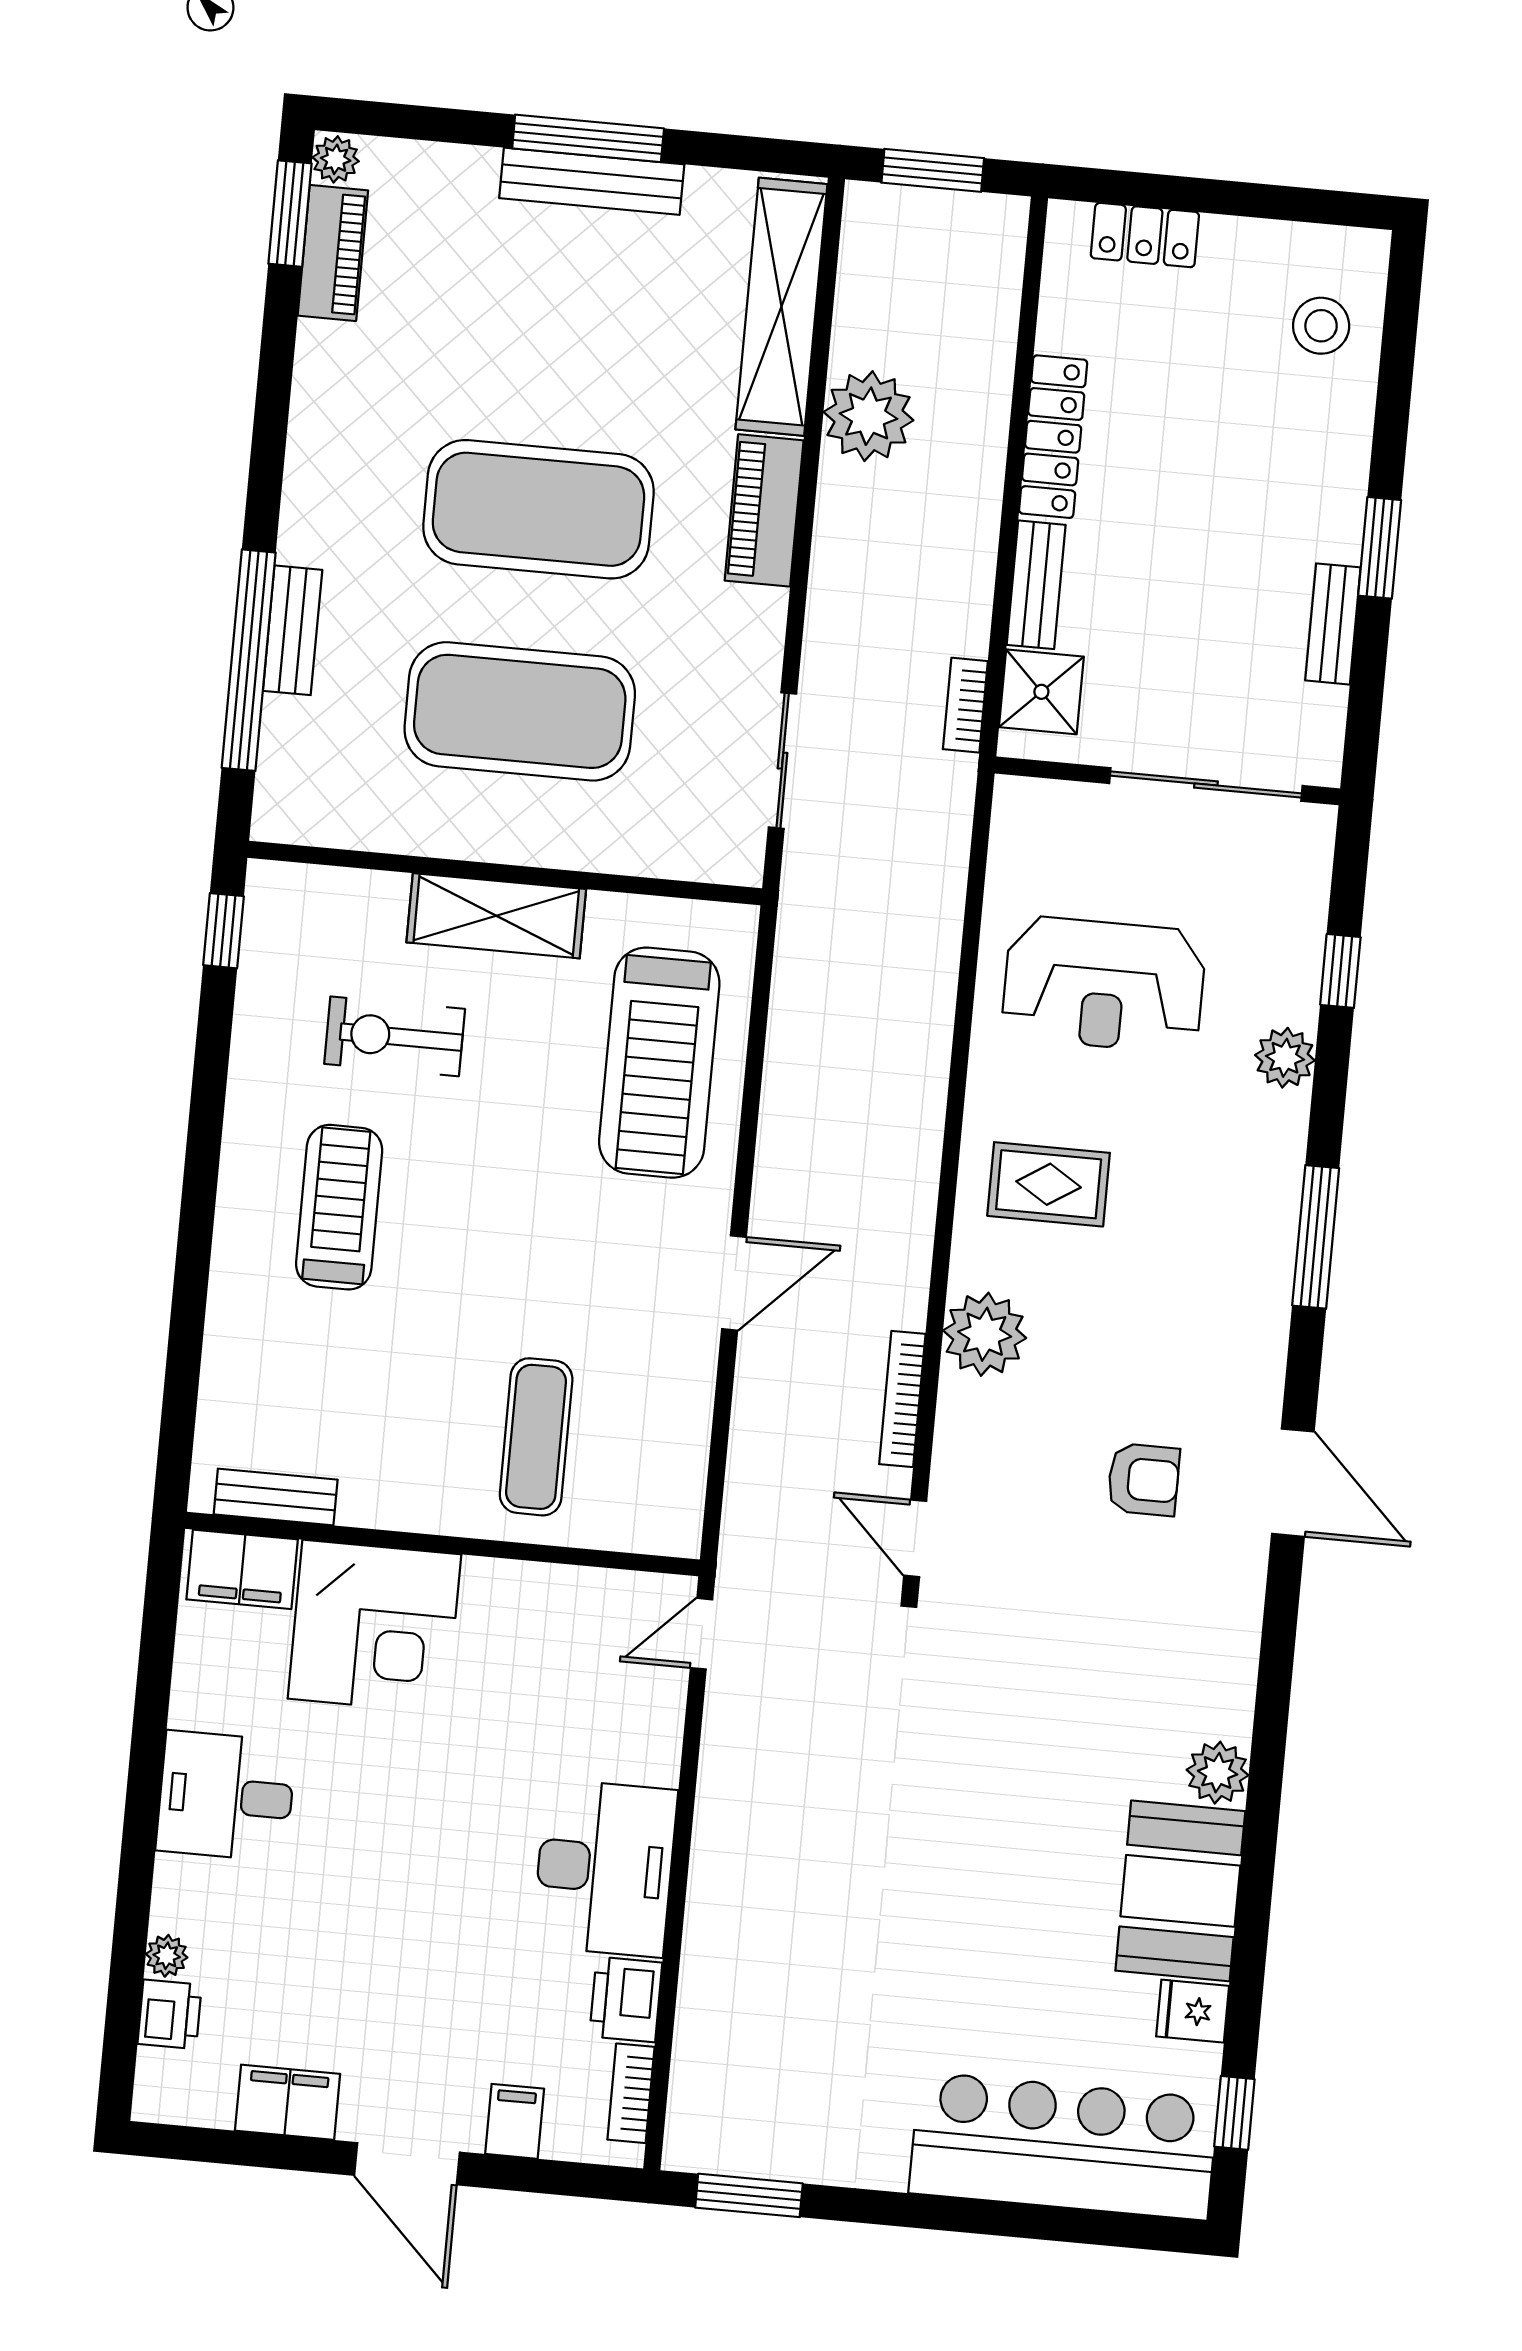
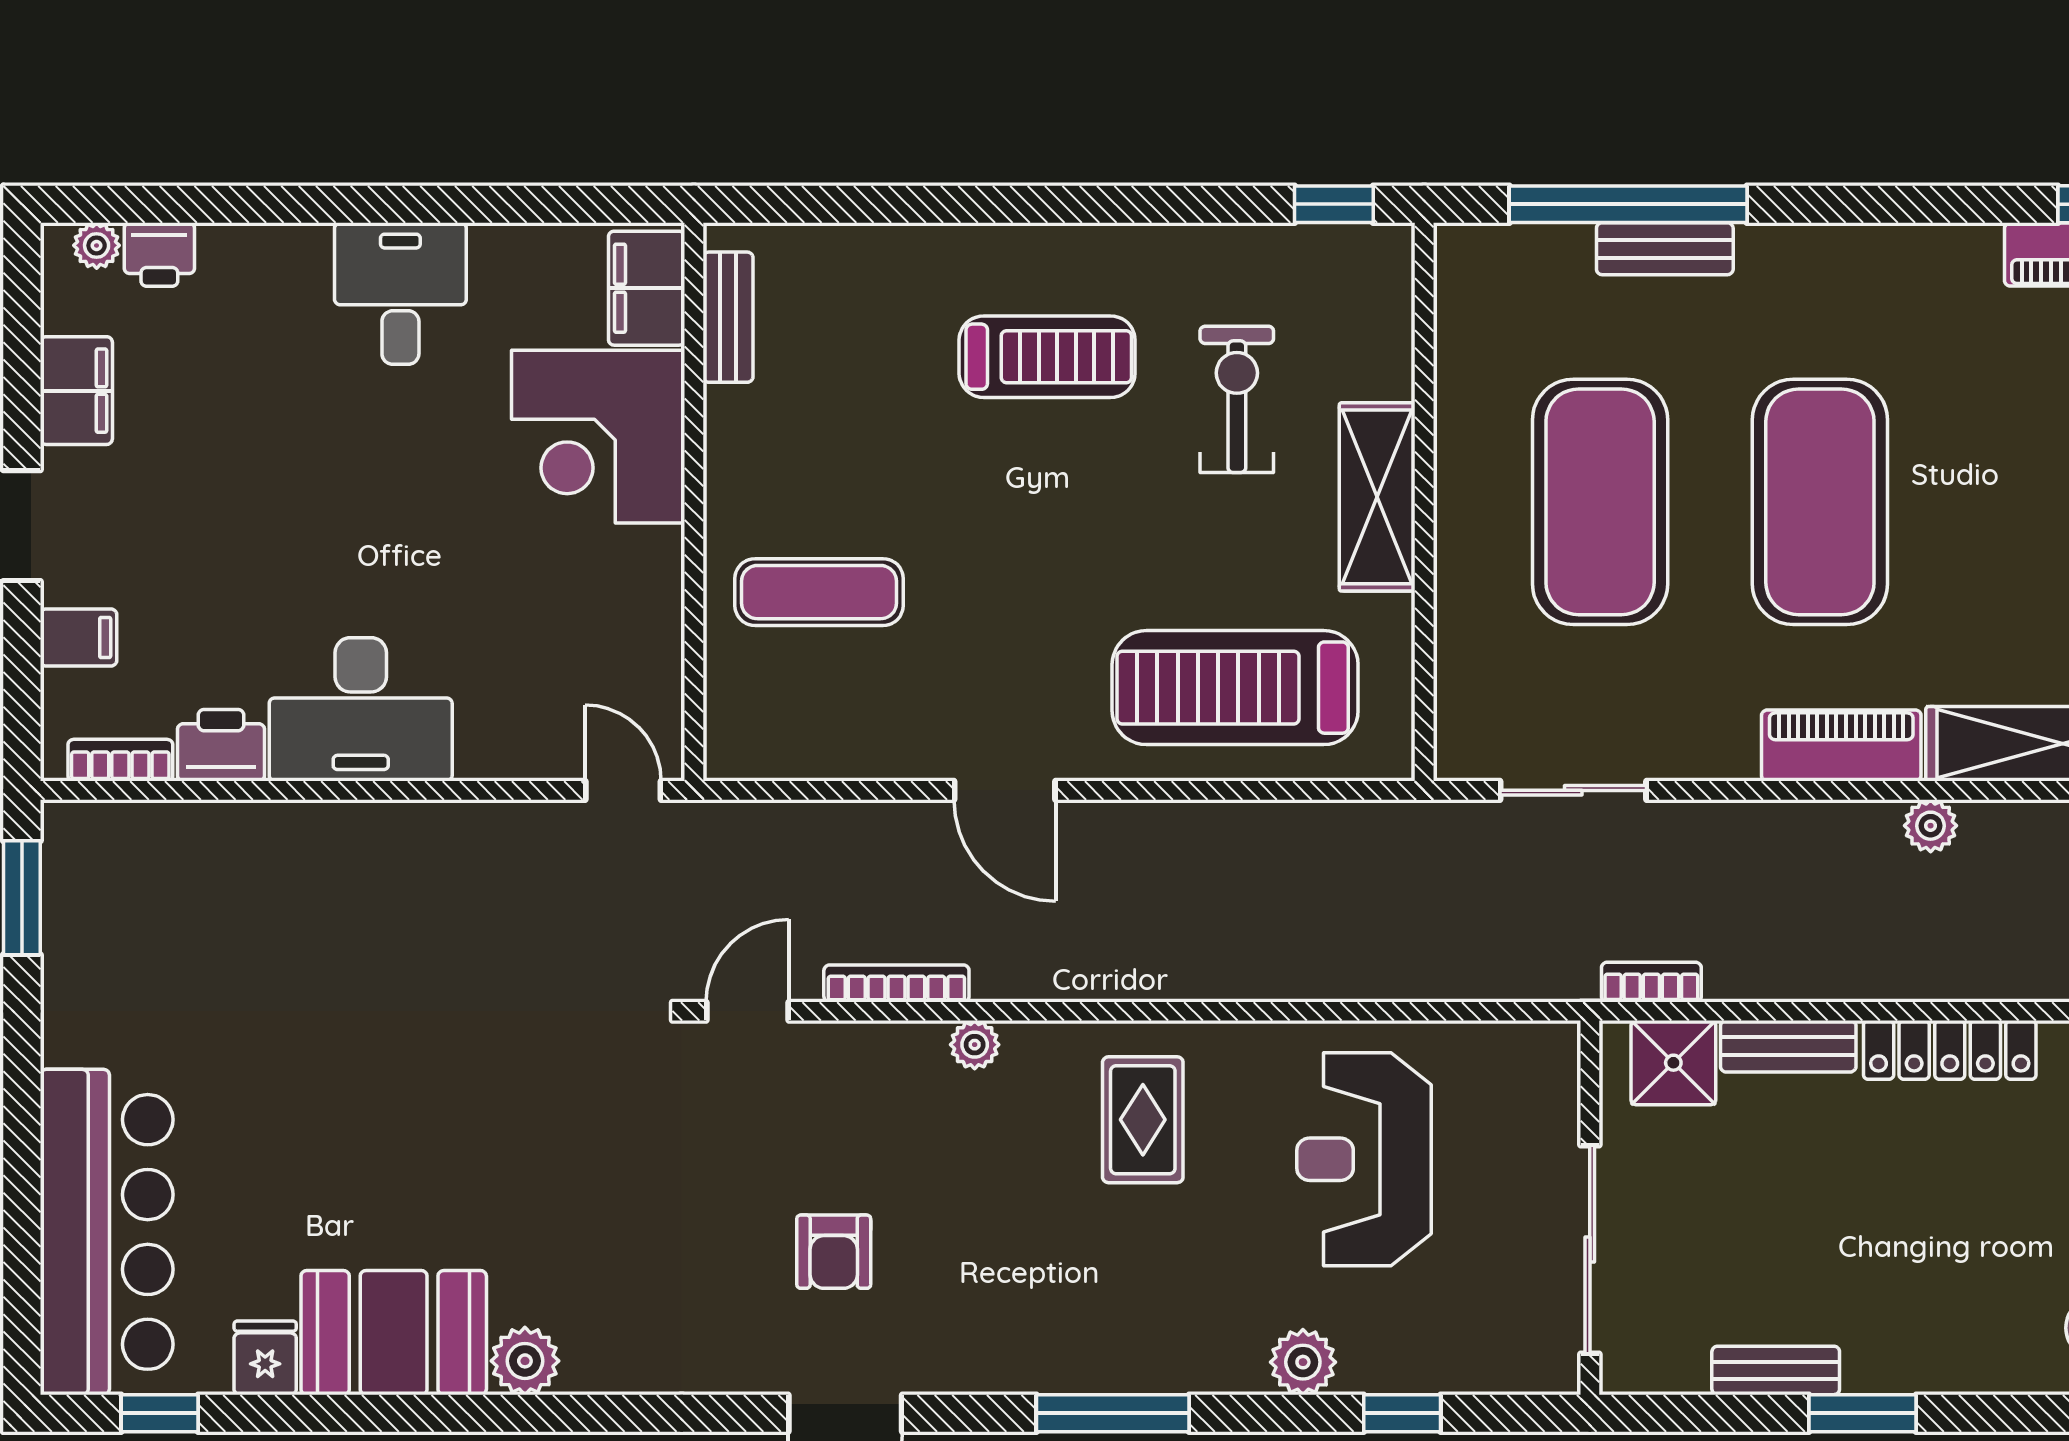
plant: (869, 416) -> (1931, 826), width x0.53, depth x0.53
plant: (985, 1334) -> (975, 1045), width x0.53, depth x0.53
plant: (167, 1956) -> (97, 245), moved

